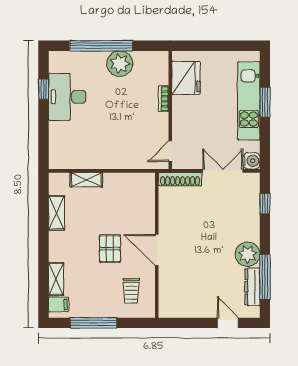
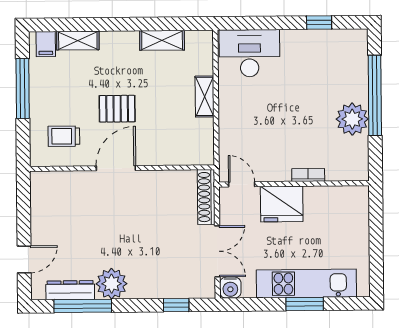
fridge: (186, 78) -> (282, 204), moved
desk: (67, 97) -> (249, 53), moved
shelving: (86, 180) -> (205, 97), moved

